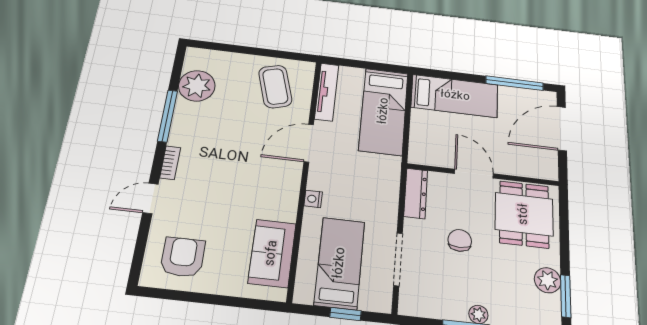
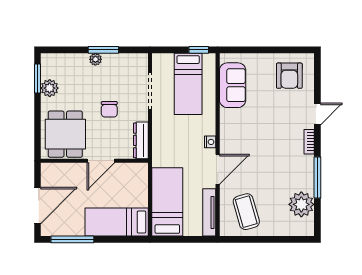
door: (474, 174) -> (101, 161), hinge flipped
nightstand: (313, 199) -> (210, 142), moved
window: (345, 314) -> (199, 50), moved

